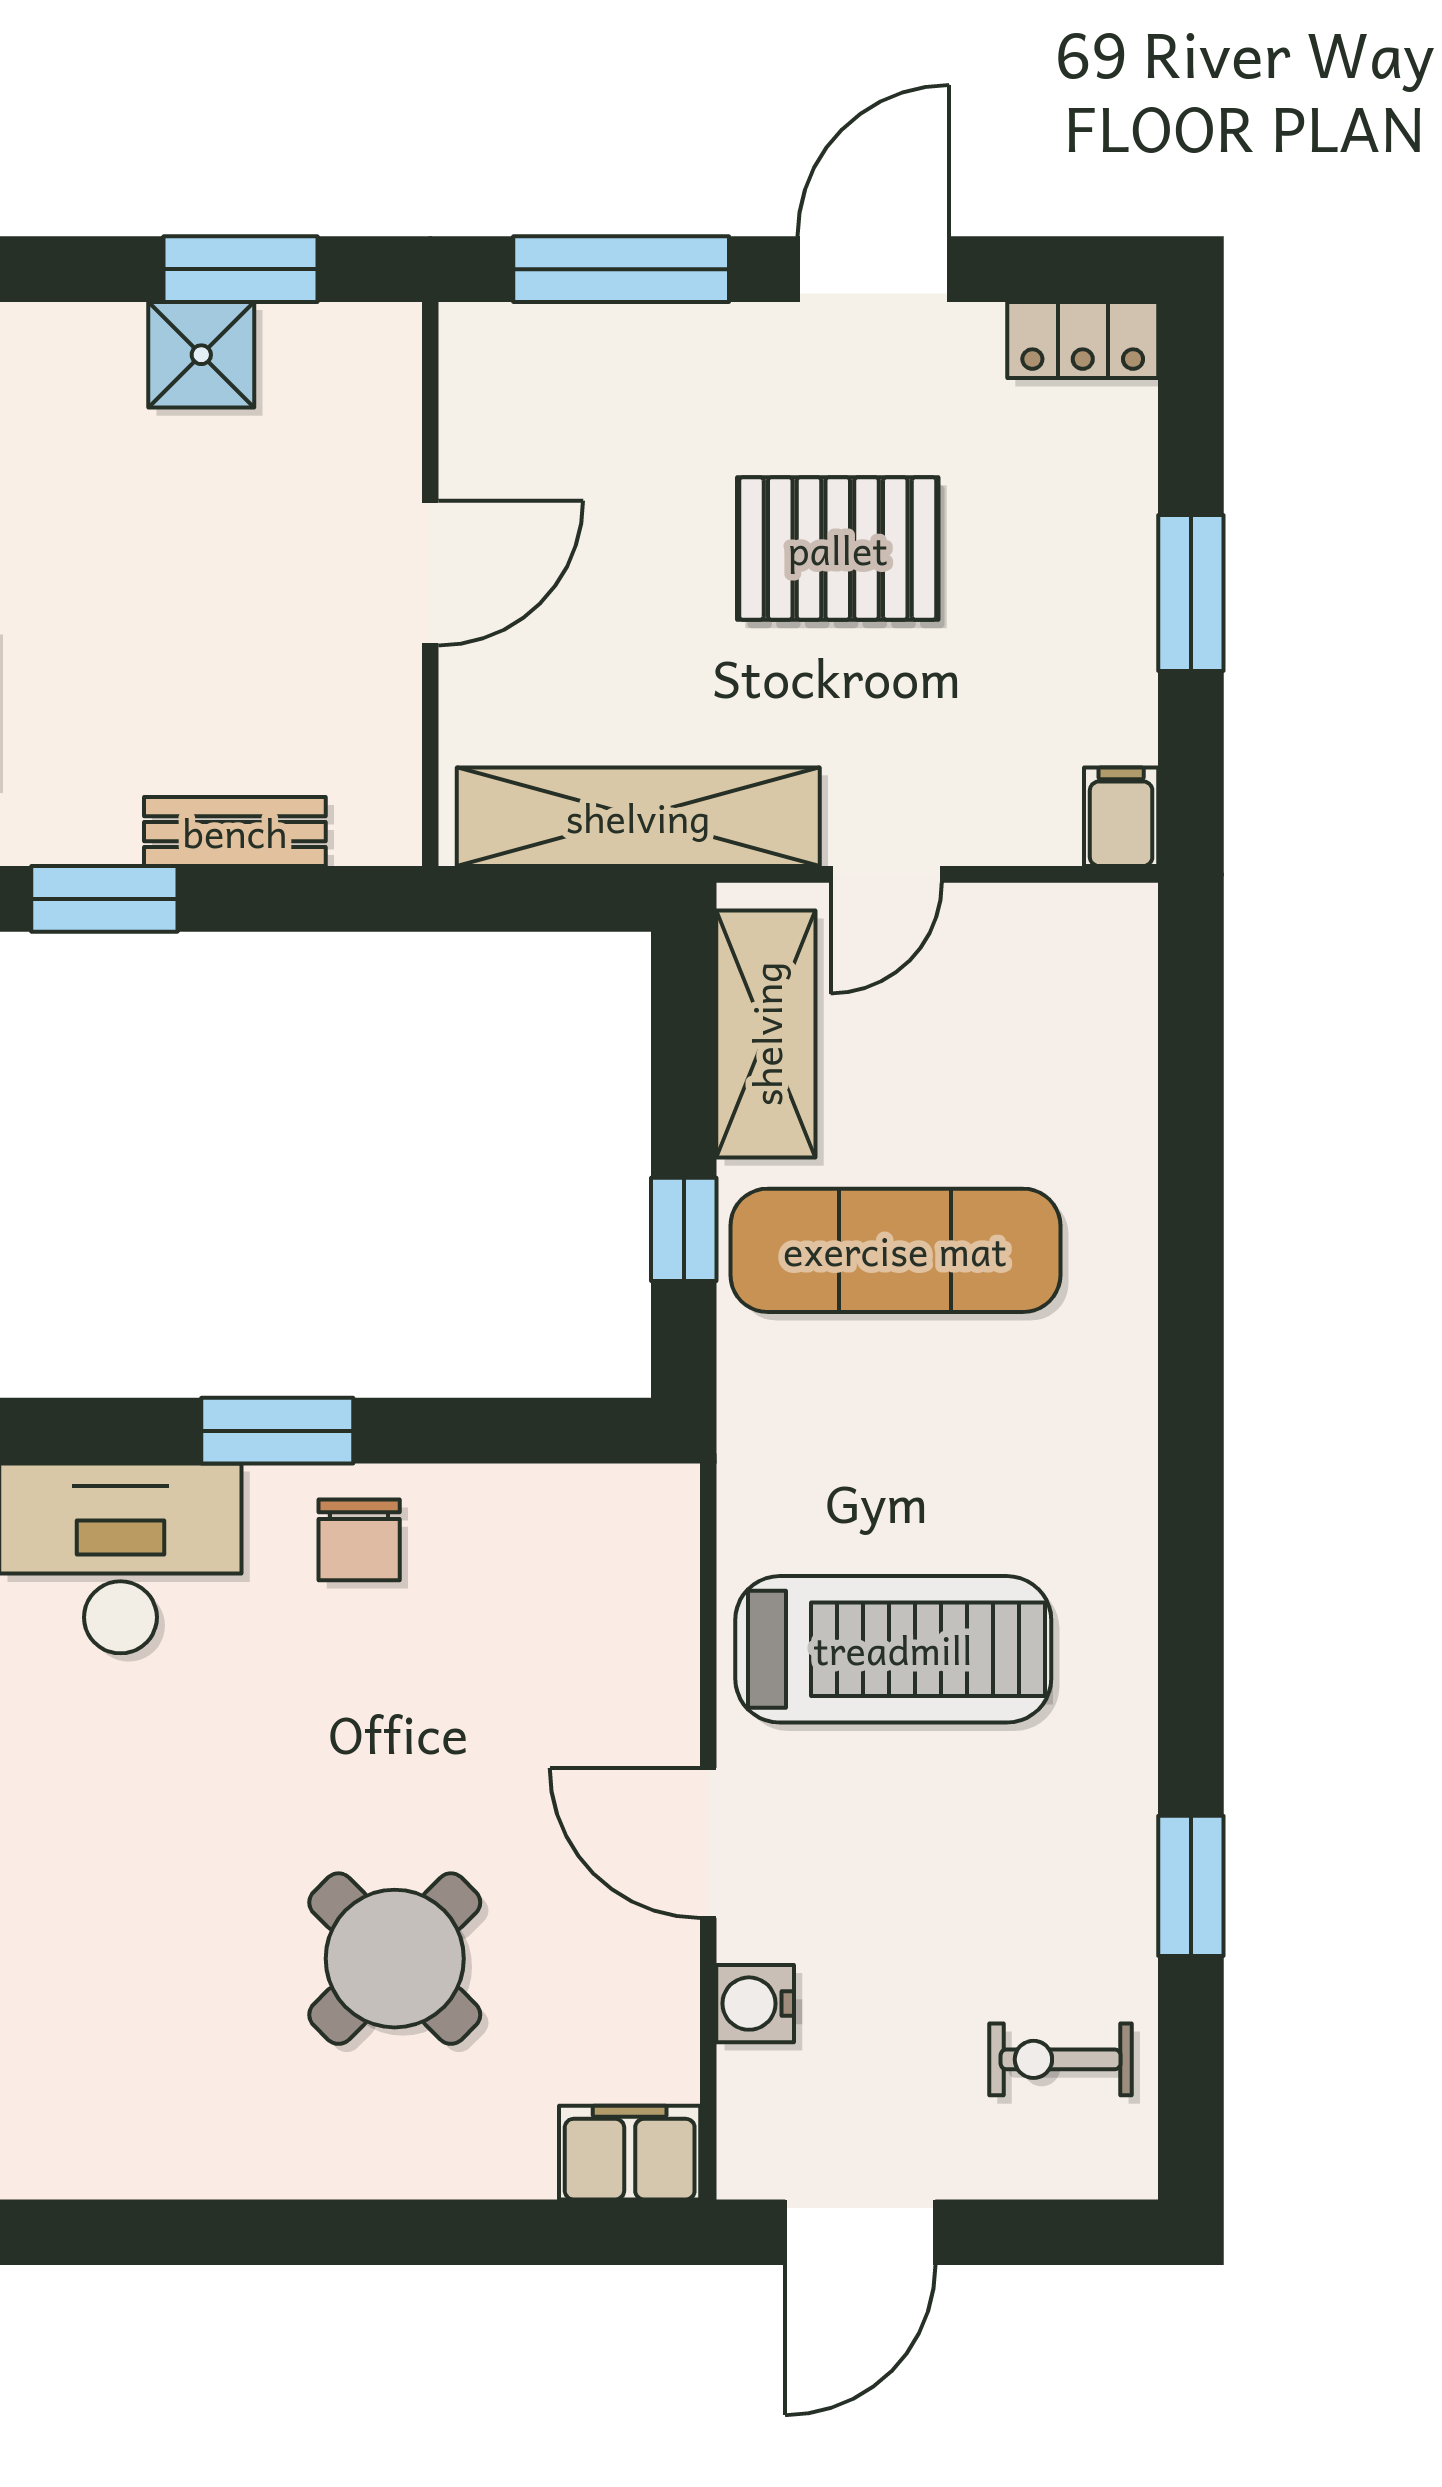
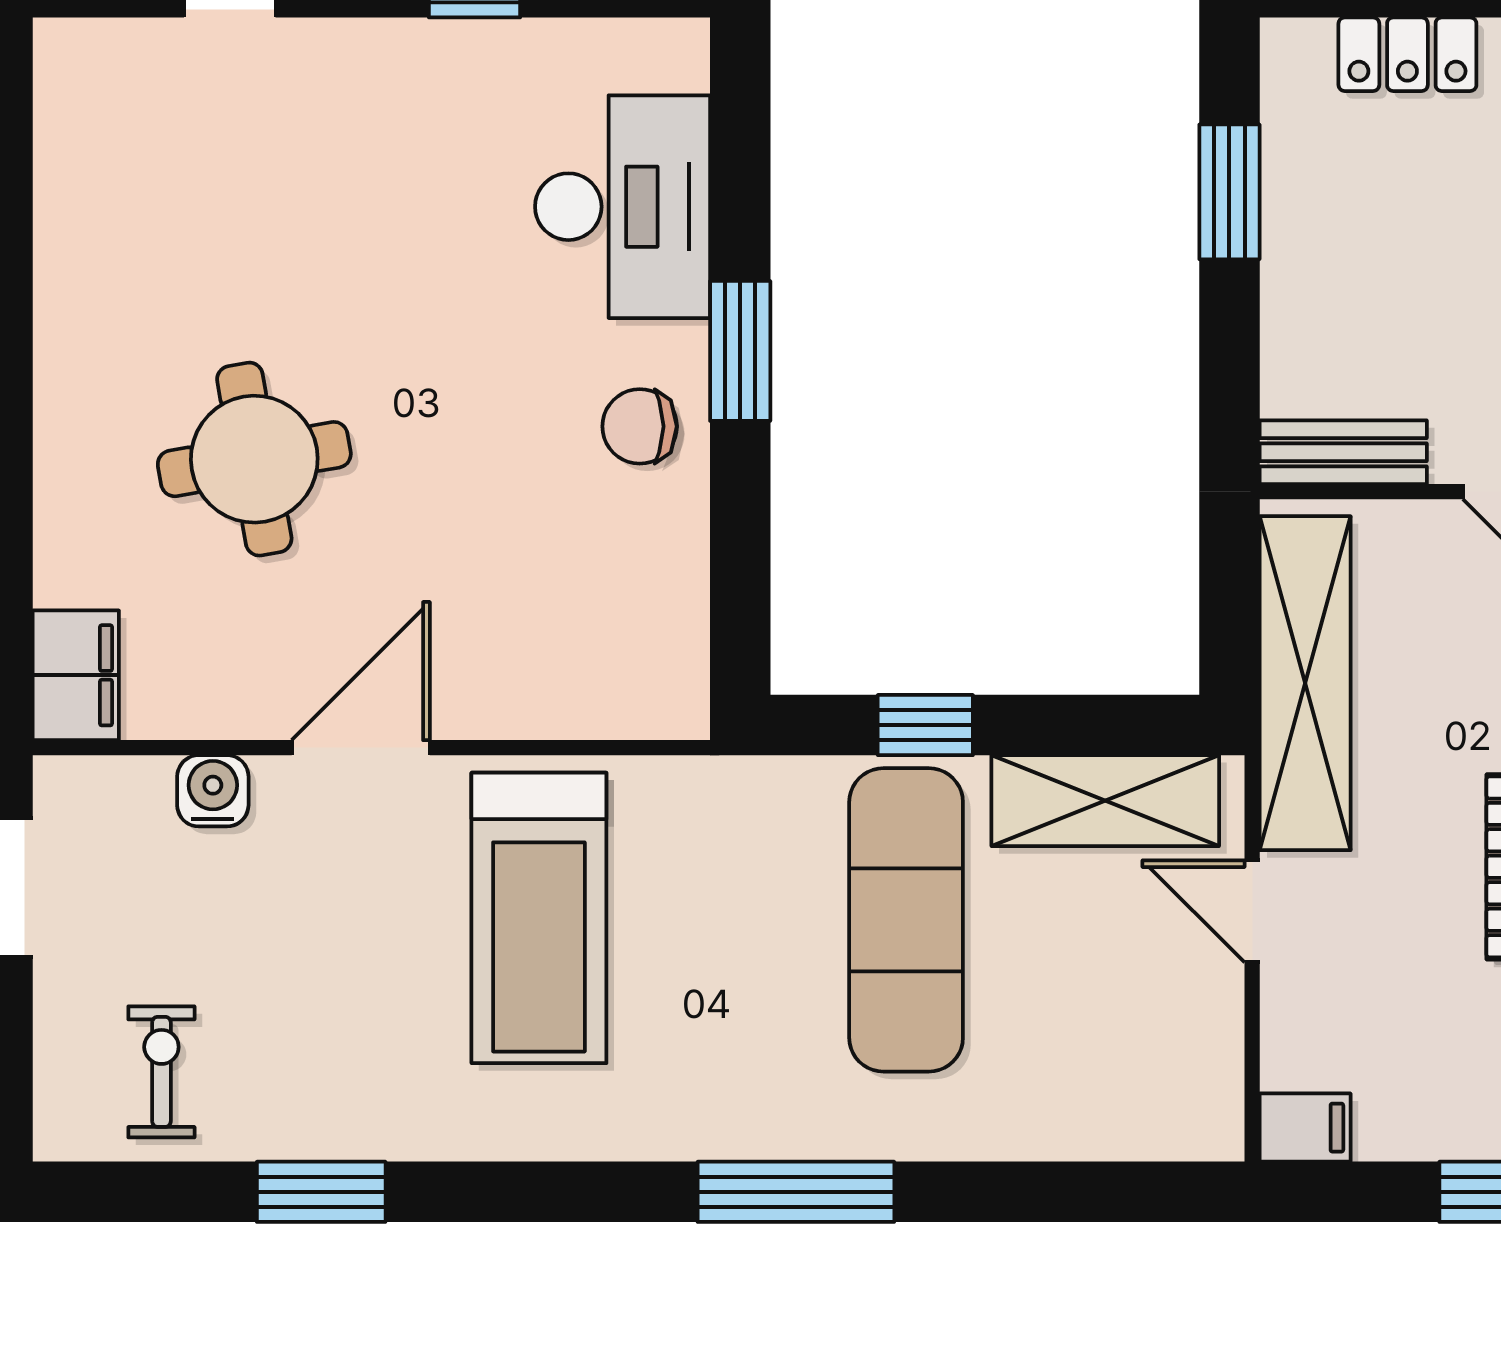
bench: (235, 832) -> (1343, 452), moved, turned 90
window: (1191, 1370) -> (796, 1192), added
round table: (395, 1959) -> (254, 459), turned 35

